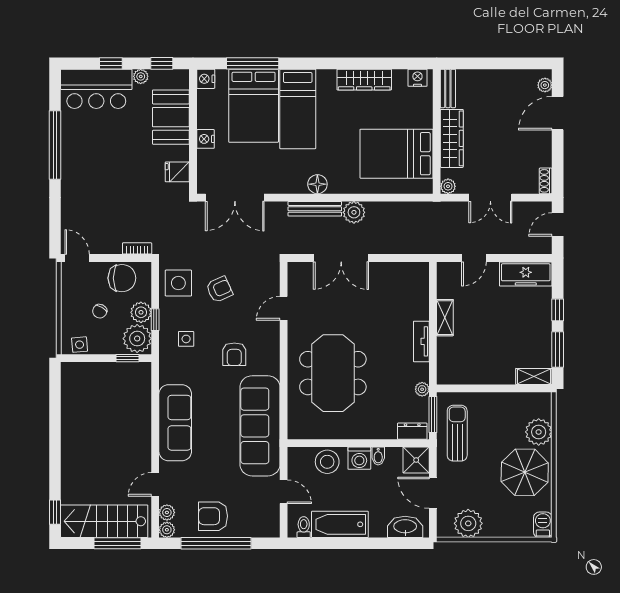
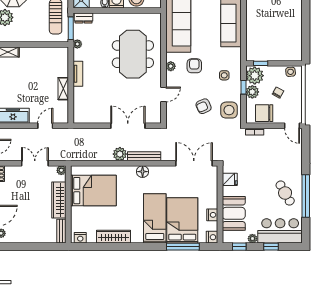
nightstand: (205, 139) -> (212, 215), moved
cafe table: (88, 150) -> (285, 193), added
plant: (272, 354) -> (171, 66), added

